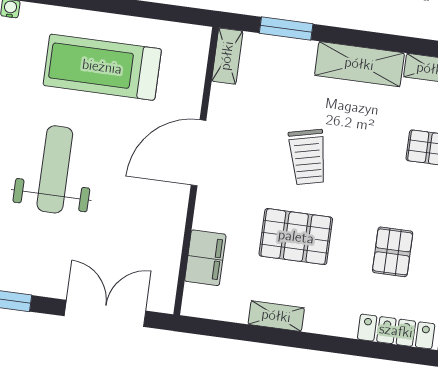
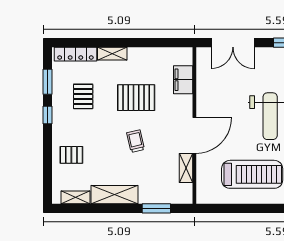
shelving: (227, 56) -> (186, 168), moved
trolley: (308, 157) -> (136, 141), width x0.73, depth x0.72
shelving: (276, 316) -> (112, 54), moved

